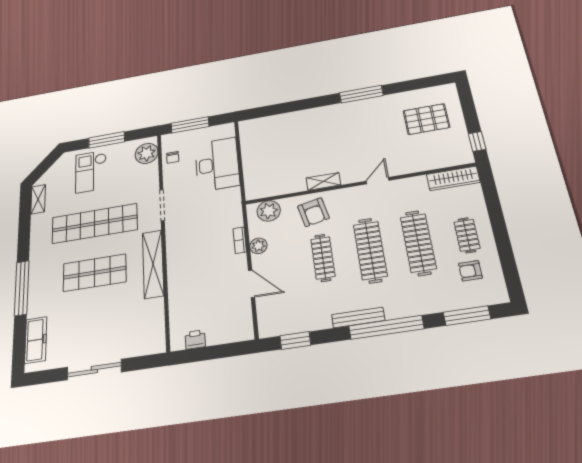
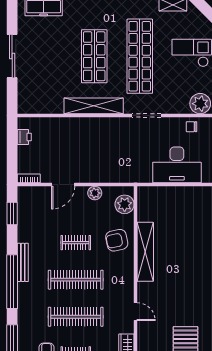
shelving: (323, 181) -> (145, 252), width x2.20, depth x1.33
door: (378, 181) -> (136, 312), moved
bookcase: (240, 240) -> (29, 178), moved
clothes rail: (323, 258) -> (76, 243), width x0.73

